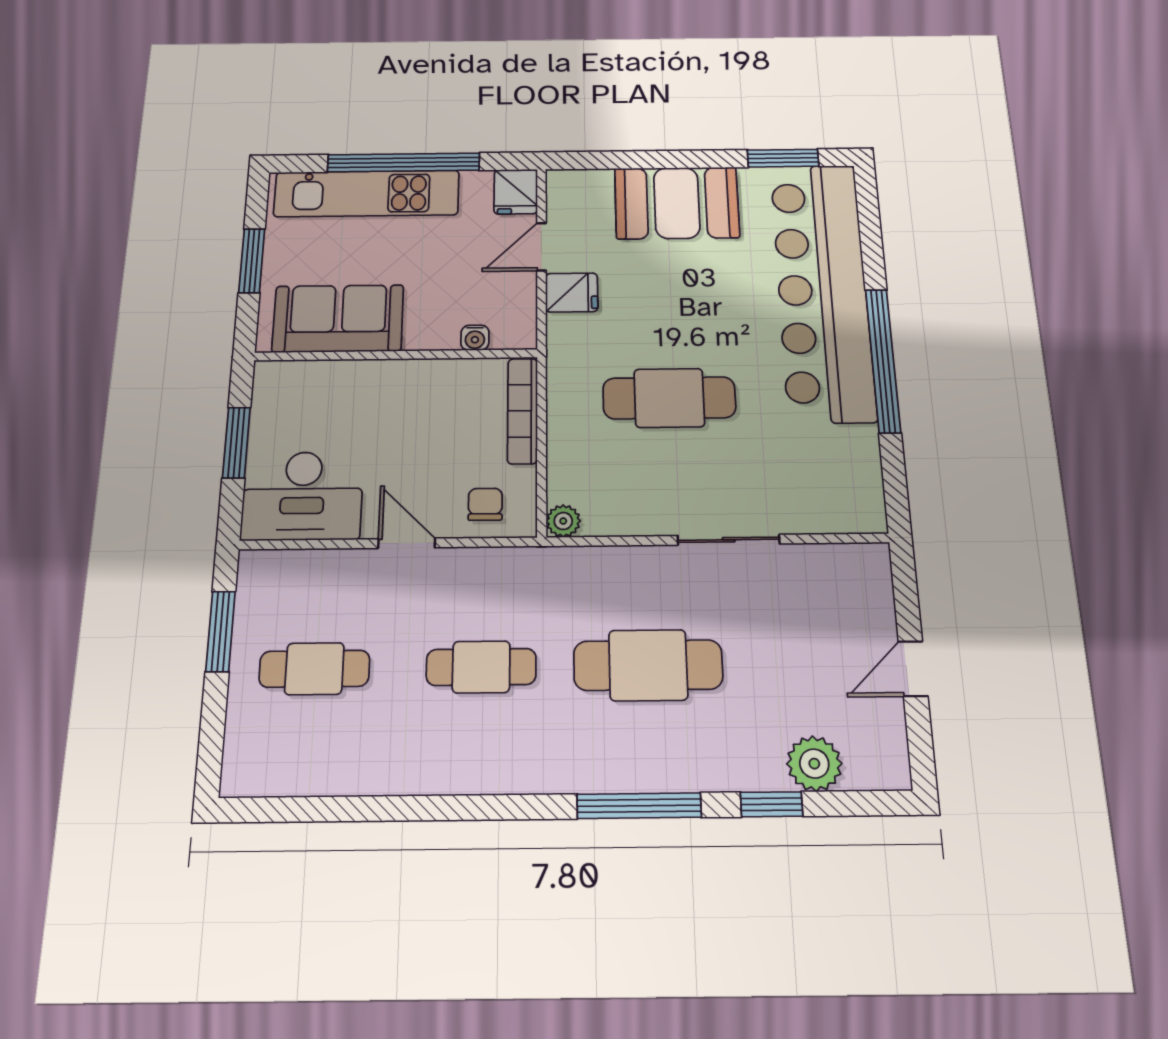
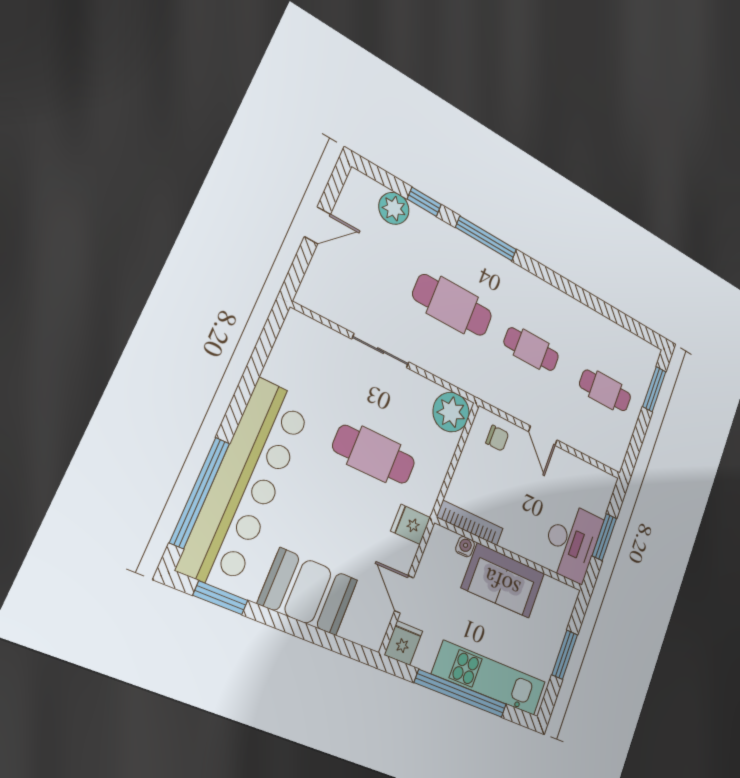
door: (541, 247) -> (404, 594), swing flipped
fridge: (572, 292) -> (411, 524), moved
sofa: (338, 318) -> (503, 581), moved
window: (883, 360) -> (200, 493), moved
bookcase: (523, 411) -> (470, 523), moved, turned -90
desk: (302, 496) -> (572, 542), moved, turned 90
chair: (485, 504) -> (497, 438), turned -90
plant: (563, 521) -> (451, 412), width x1.88, depth x1.88
window: (220, 631) -> (654, 389), moved

